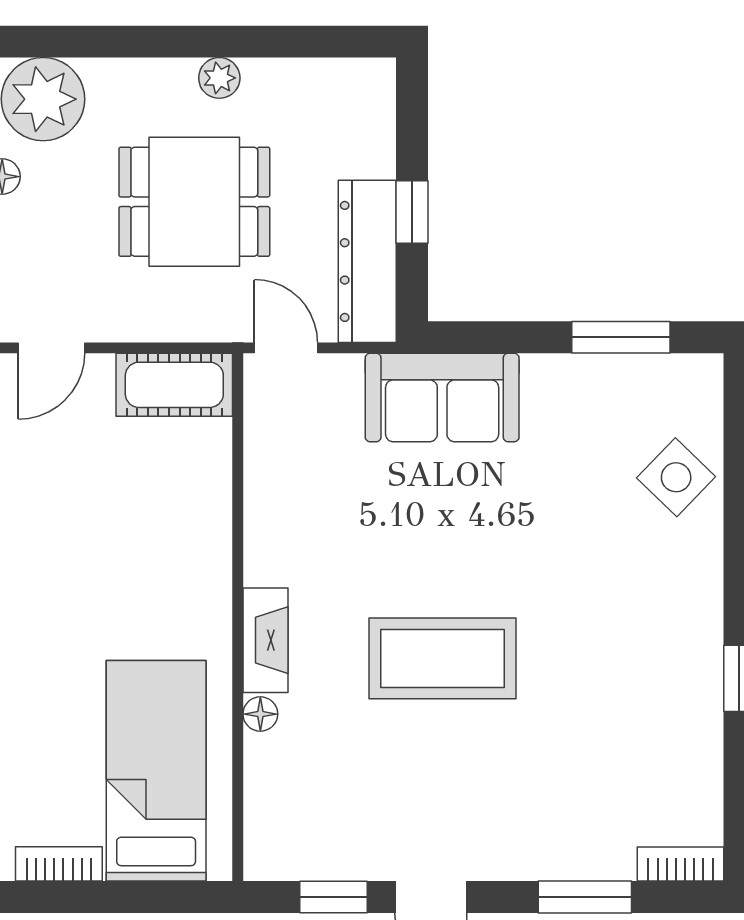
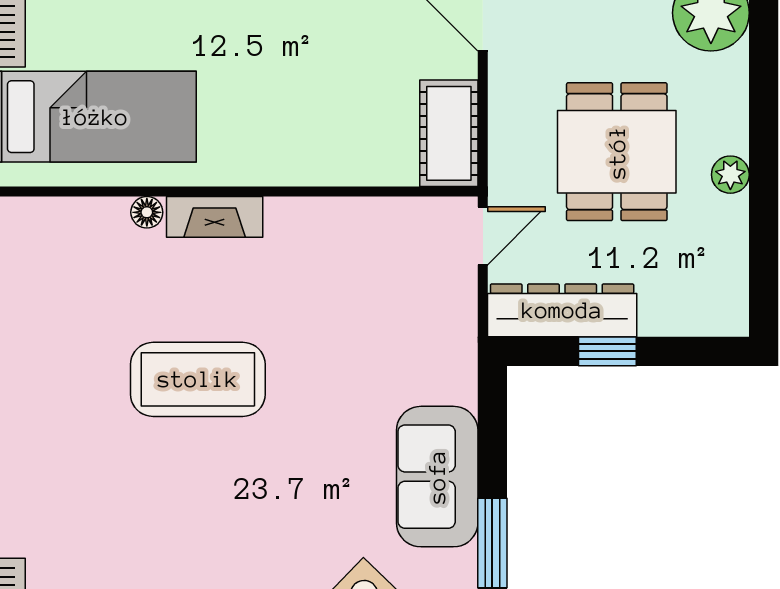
sofa: (442, 398) -> (437, 477), moved
coffee table: (442, 658) -> (198, 379), turned 90

